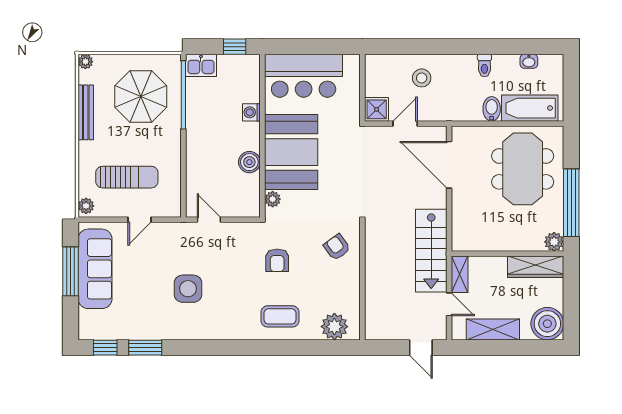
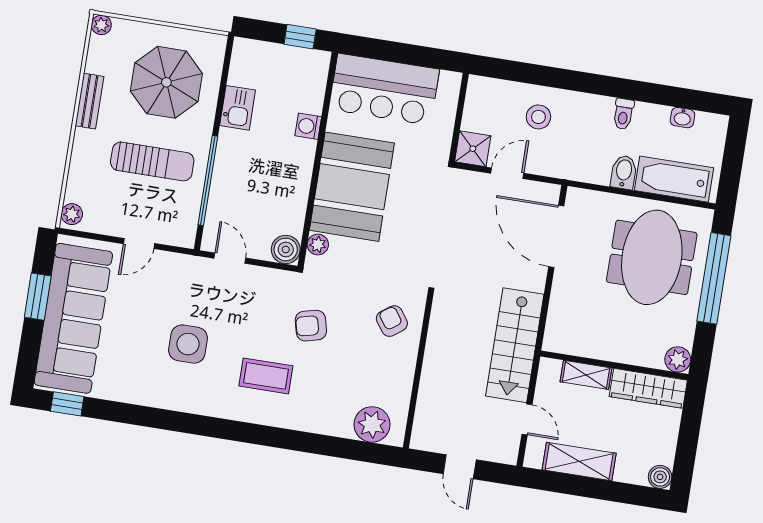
kitchen sink: (201, 65) -> (238, 108), moved, turned -90
window: (183, 95) -> (208, 181), moved
bench: (86, 112) -> (90, 101), width x0.73
boiler: (249, 162) -> (286, 249), moved
sun lounger: (127, 177) -> (152, 161), moved
window: (571, 203) -> (714, 278), moved
armchair: (277, 260) -> (311, 326), turned 76
sofa: (95, 269) -> (73, 318), width x1.36, depth x1.27
window: (71, 271) -> (38, 297), width x0.69
shelving: (460, 274) -> (586, 375), moved, turned 90
coffee table: (280, 316) -> (266, 376), moved
boiler: (547, 324) -> (660, 477), width x0.54, depth x0.54
window: (145, 348) -> (120, 412), removed
door: (421, 348) -> (460, 467), moved

